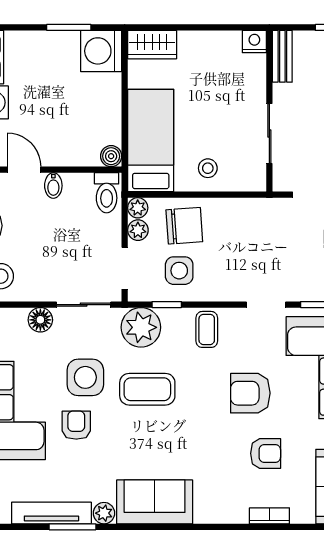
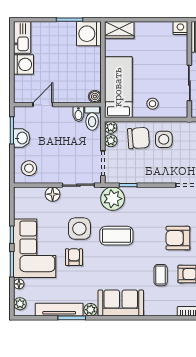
door: (24, 170) -> (43, 105), hinge flipped
bidet: (53, 186) -> (78, 114), moved
side table: (179, 271) -> (164, 139), moved
coffee table: (207, 329) -> (161, 275), moved

